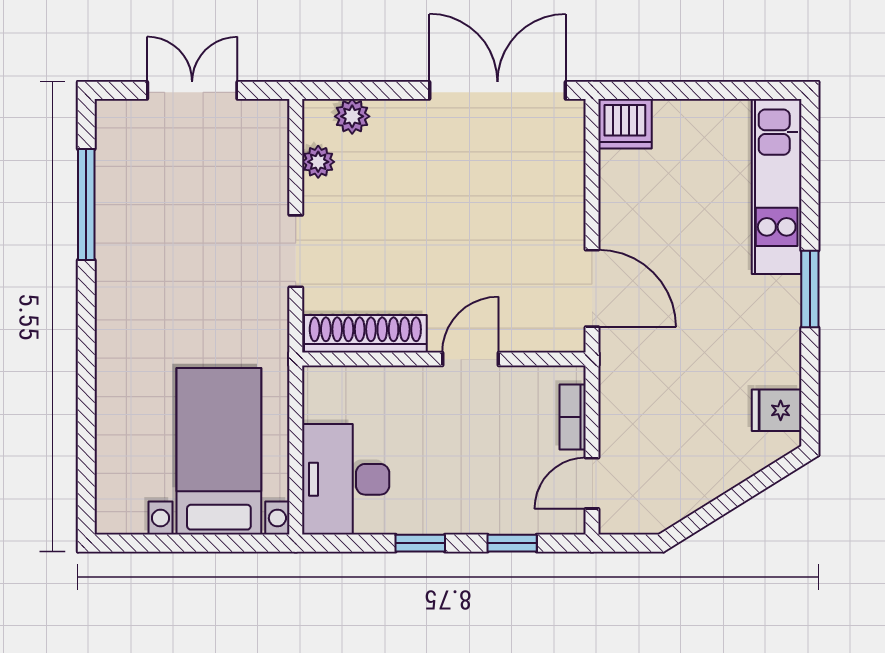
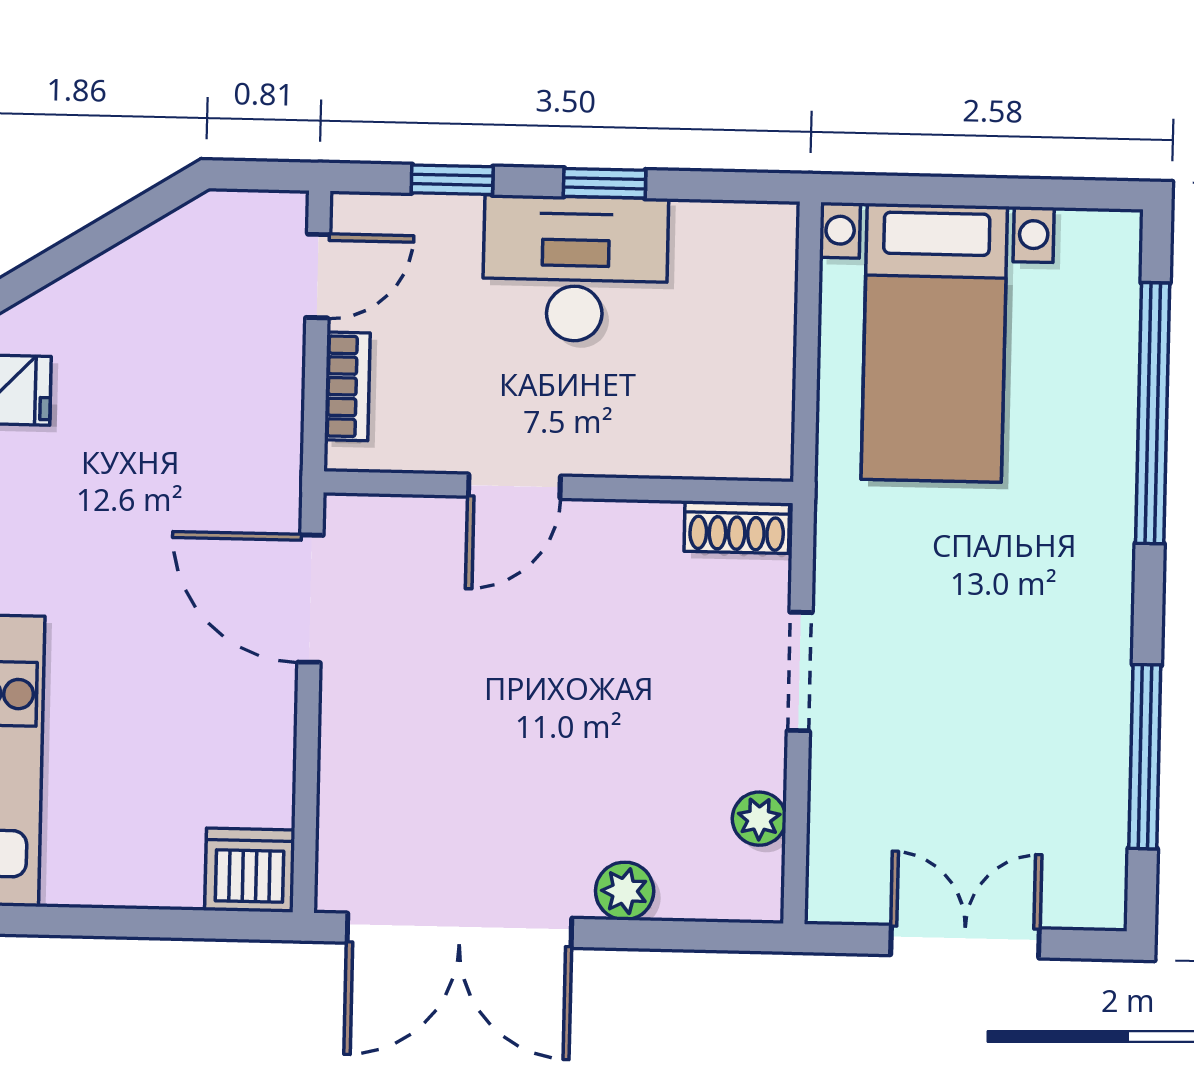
double door: (192, 90) -> (965, 942), swing flipped
plant: (352, 116) -> (625, 891), moved
shoe rack: (365, 334) -> (737, 527), width x0.51, depth x0.81
window: (86, 412) -> (1153, 413), added
desk: (346, 479) -> (575, 269), moved, turned -90

